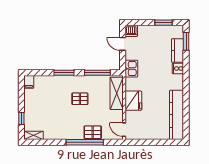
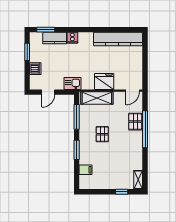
dishwasher: (131, 31) -> (35, 69), moved
filing cabinet: (29, 82) -> (85, 170), moved

